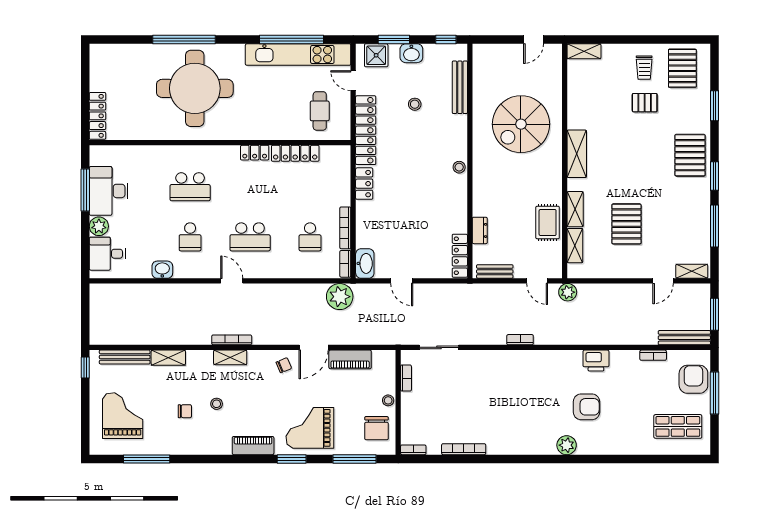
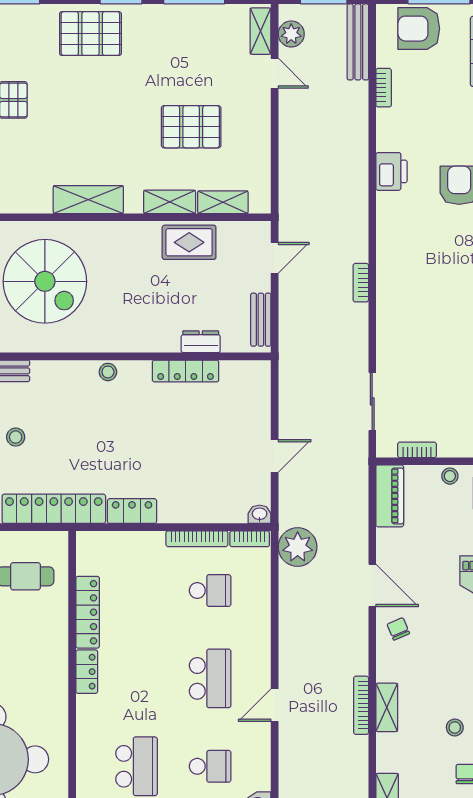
locker: (460, 256) -> (186, 371), moved
washbasin: (365, 263) -> (260, 514), width x0.52, depth x0.69
plant: (568, 292) -> (291, 34), moved
piano: (350, 359) -> (390, 496), moved

